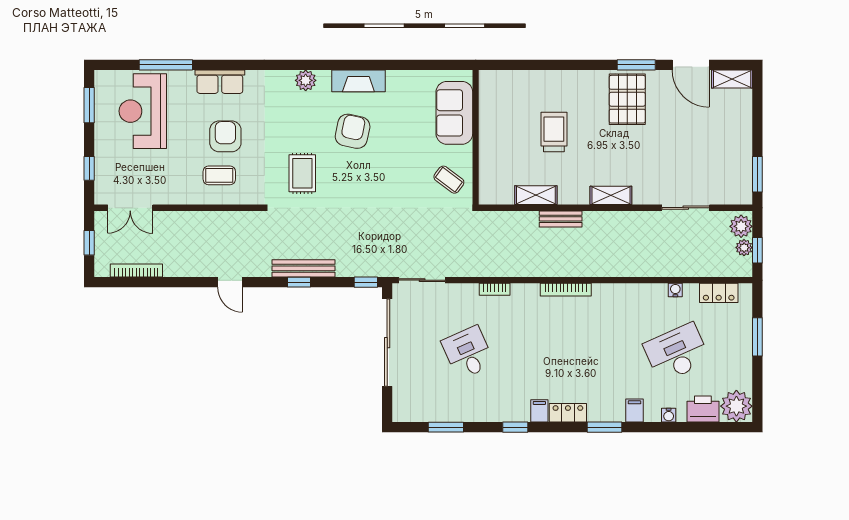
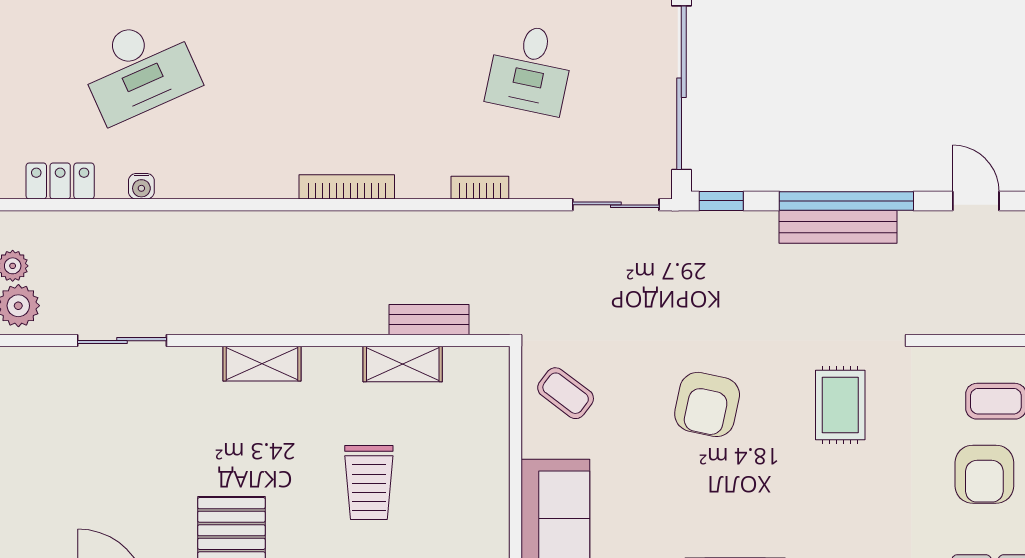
armchair: (353, 131) -> (707, 404), moved
bench: (561, 219) -> (429, 320), moved
window: (299, 282) -> (846, 201), width x3.17
desk: (468, 353) -> (530, 69), turned 36

